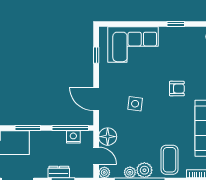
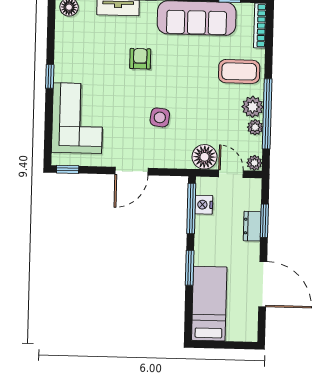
window: (176, 24) -> (50, 76), moved
window: (96, 55) -> (68, 169), moved
door: (96, 99) -> (132, 171), moved
door: (96, 156) -> (231, 174), hinge flipped

